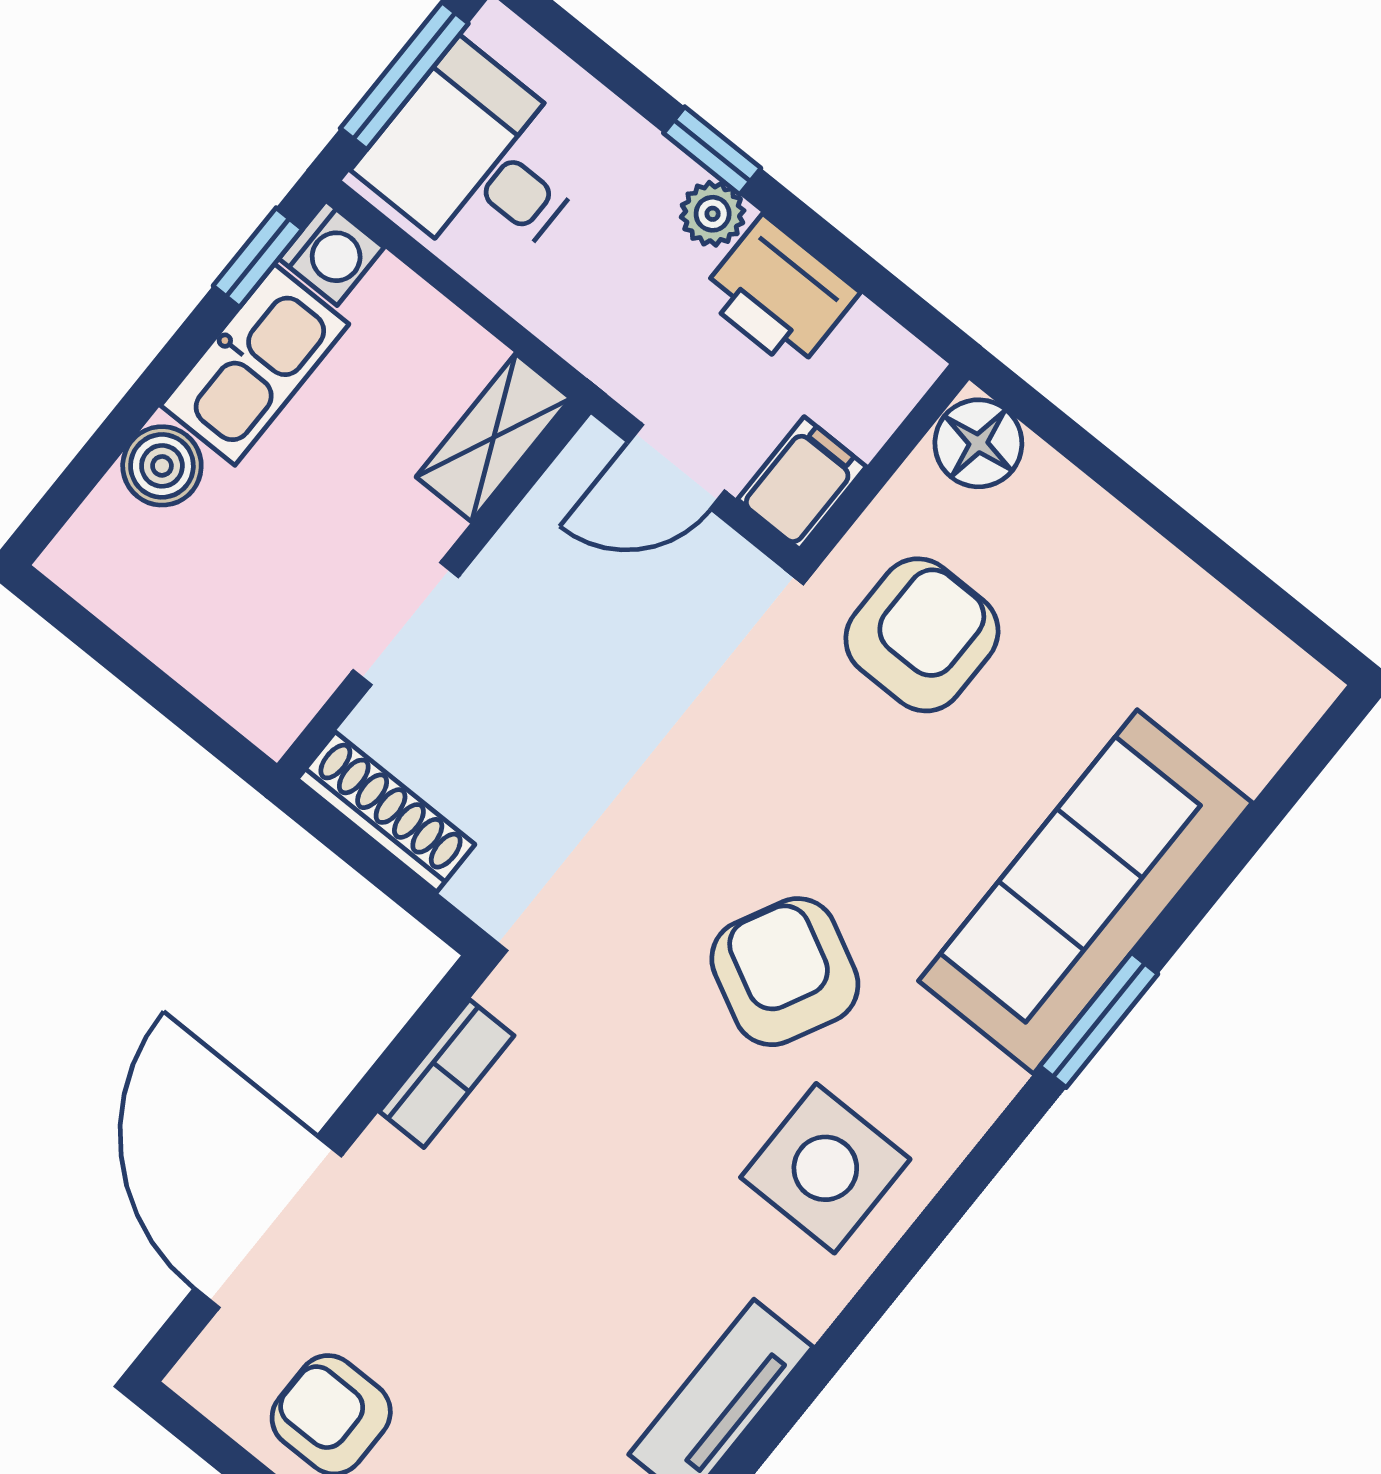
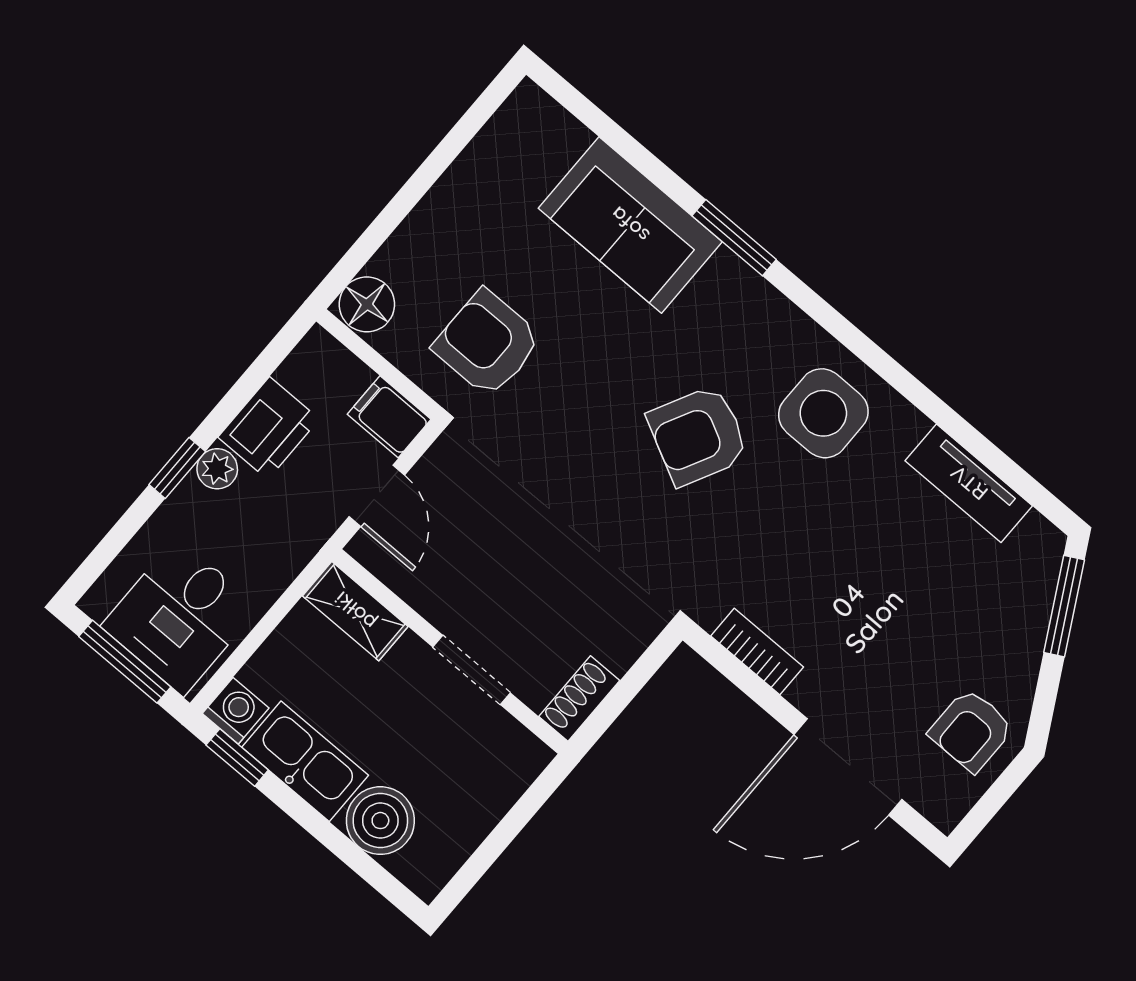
boiler: (162, 466) -> (380, 821), width x1.36, depth x1.36
shoe rack: (386, 812) -> (579, 699), width x0.70
sofa: (1085, 892) -> (630, 225), width x0.73

